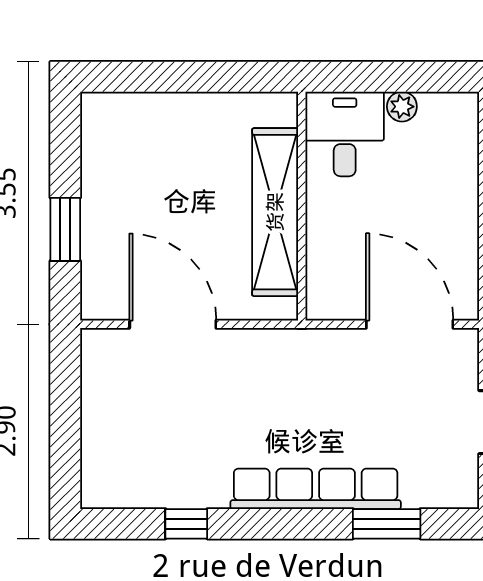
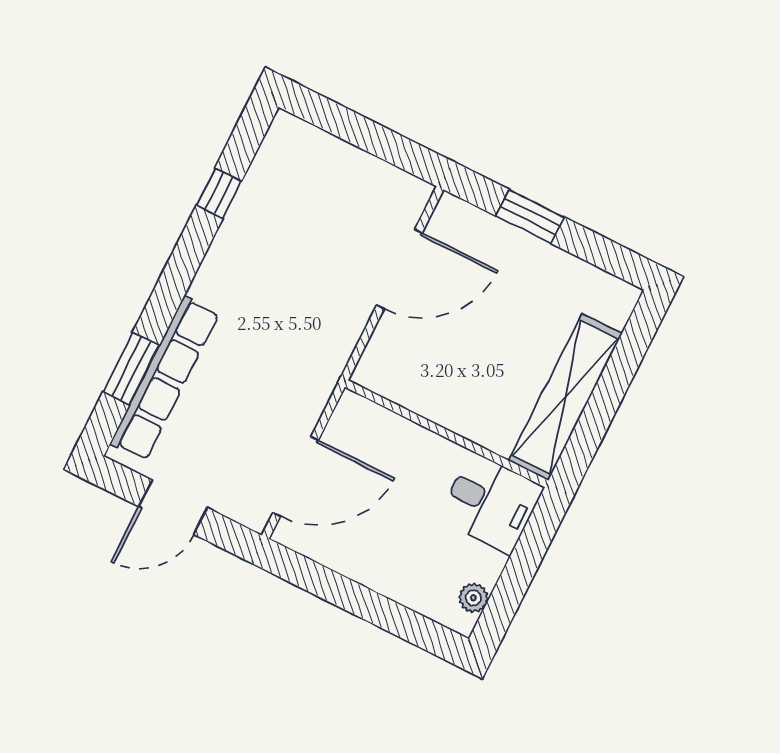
plant: (402, 107) -> (473, 598), moved
shelving: (275, 212) -> (565, 397), moved, turned 90
row of seats: (316, 489) -> (165, 378), moved

